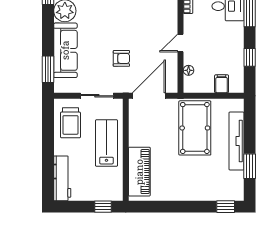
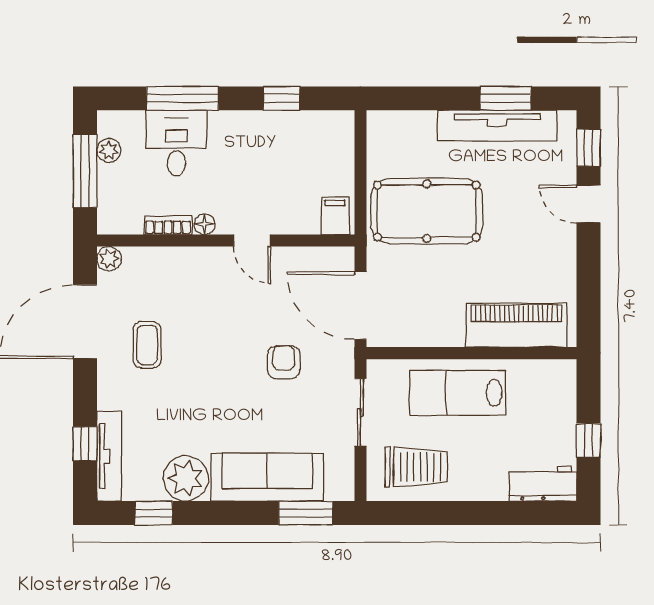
floor lamp: (189, 70) -> (204, 224), moved
filing cabinet: (222, 84) -> (335, 216), moved, turned 90
tv unit: (236, 141) -> (497, 125), moved
workbench: (62, 178) -> (543, 484), width x0.73
window: (103, 207) -> (589, 440), moved
door: (198, 207) -> (589, 204), added

